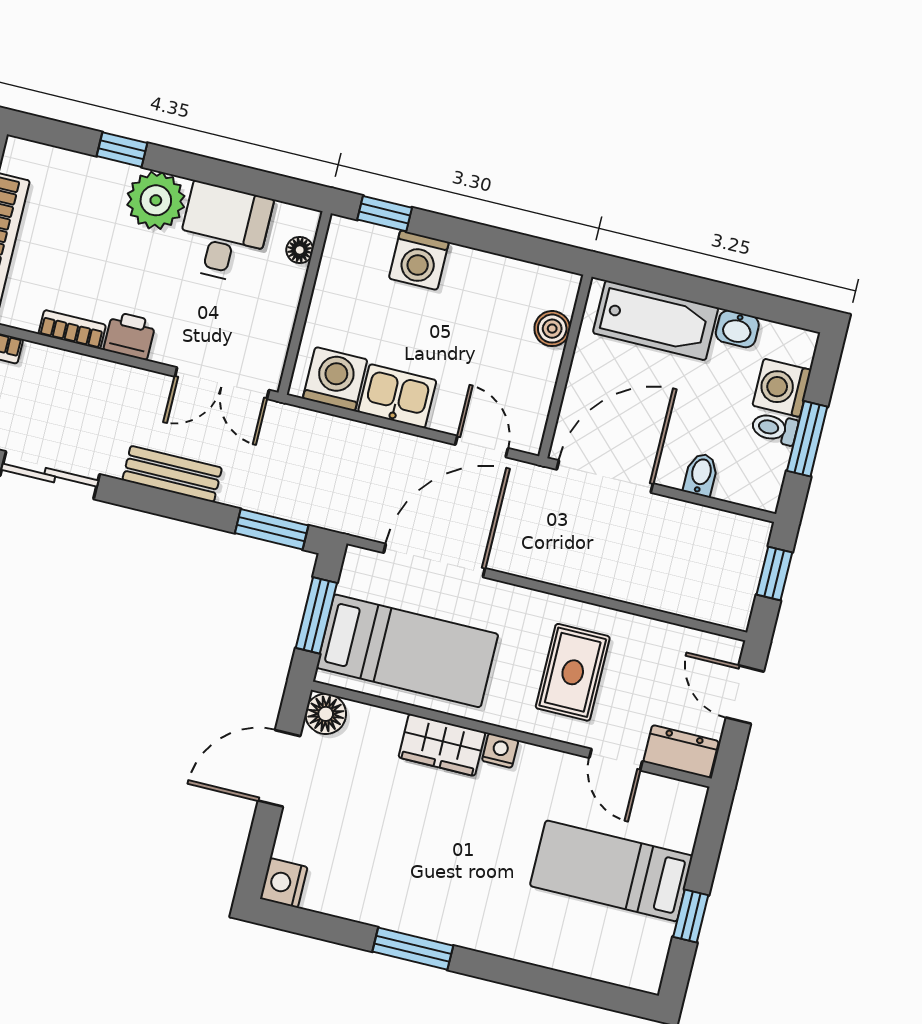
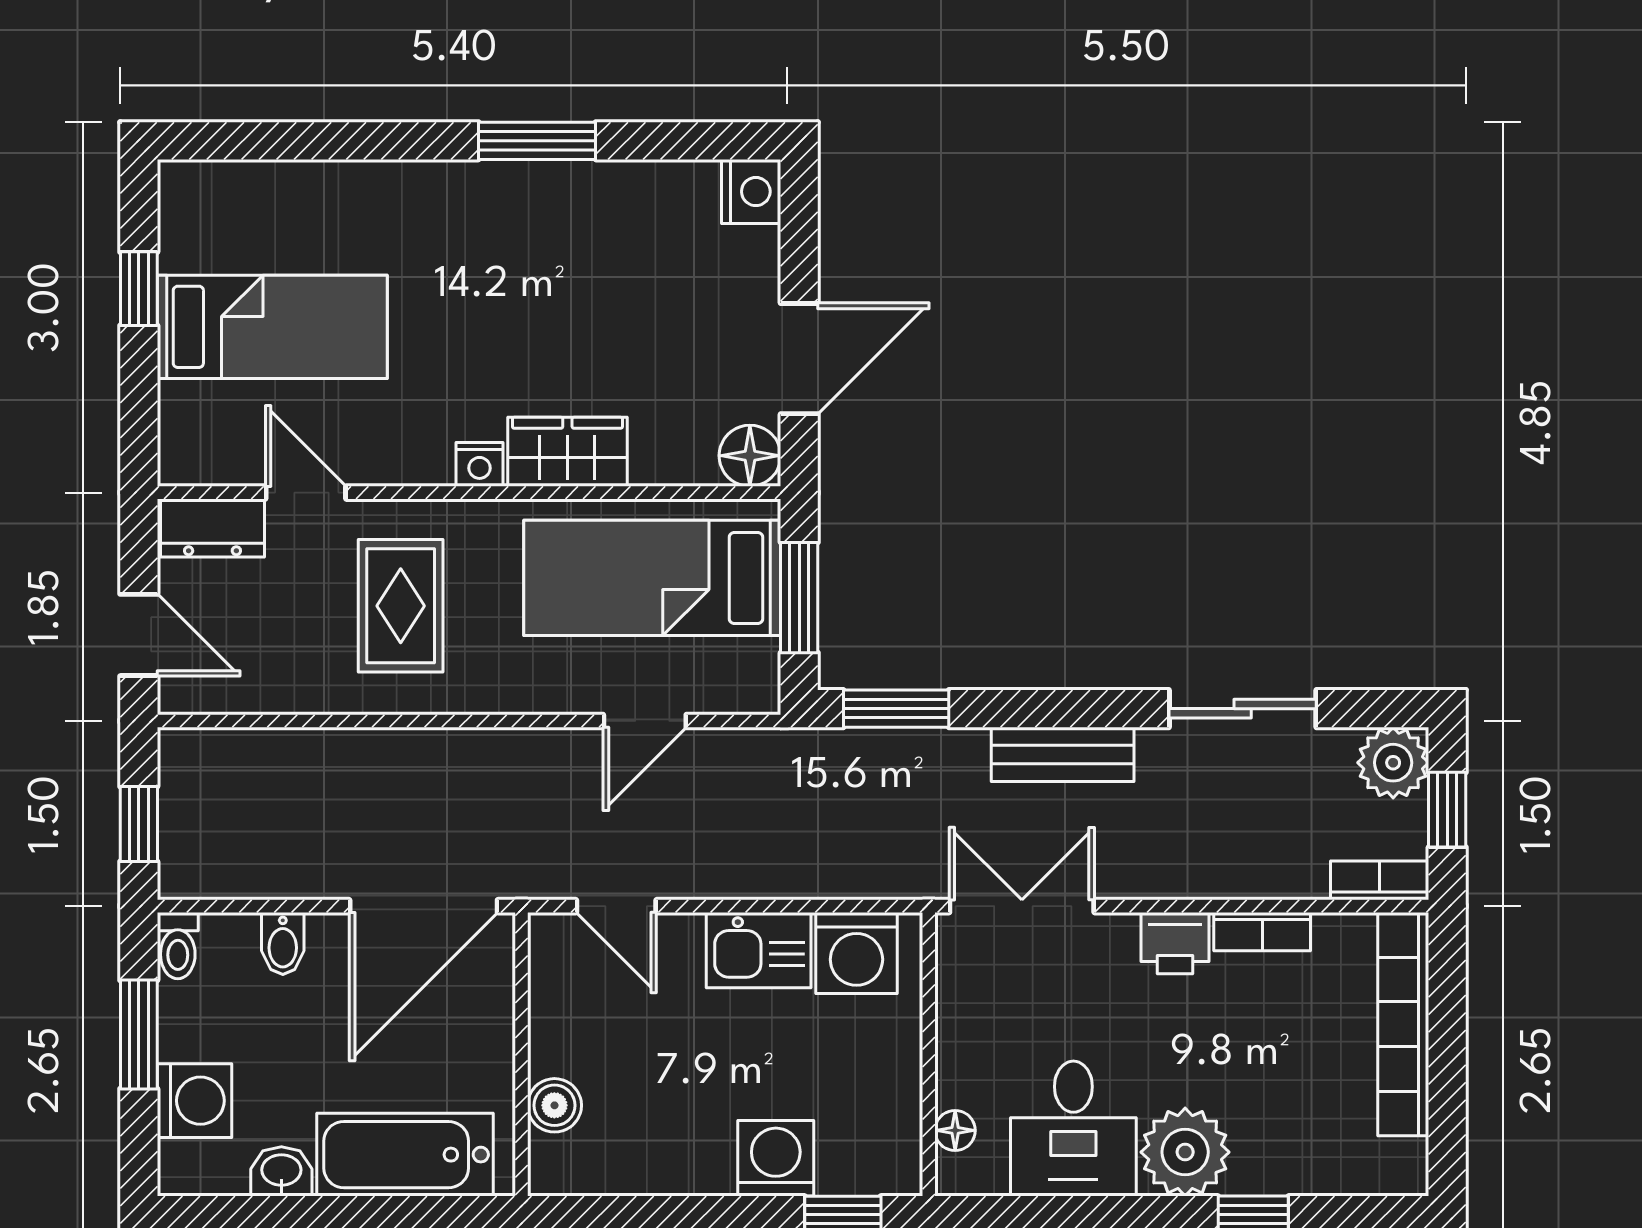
toilet: (775, 428) -> (178, 946), moved, turned 90
door: (434, 561) -> (645, 721), width x0.53

